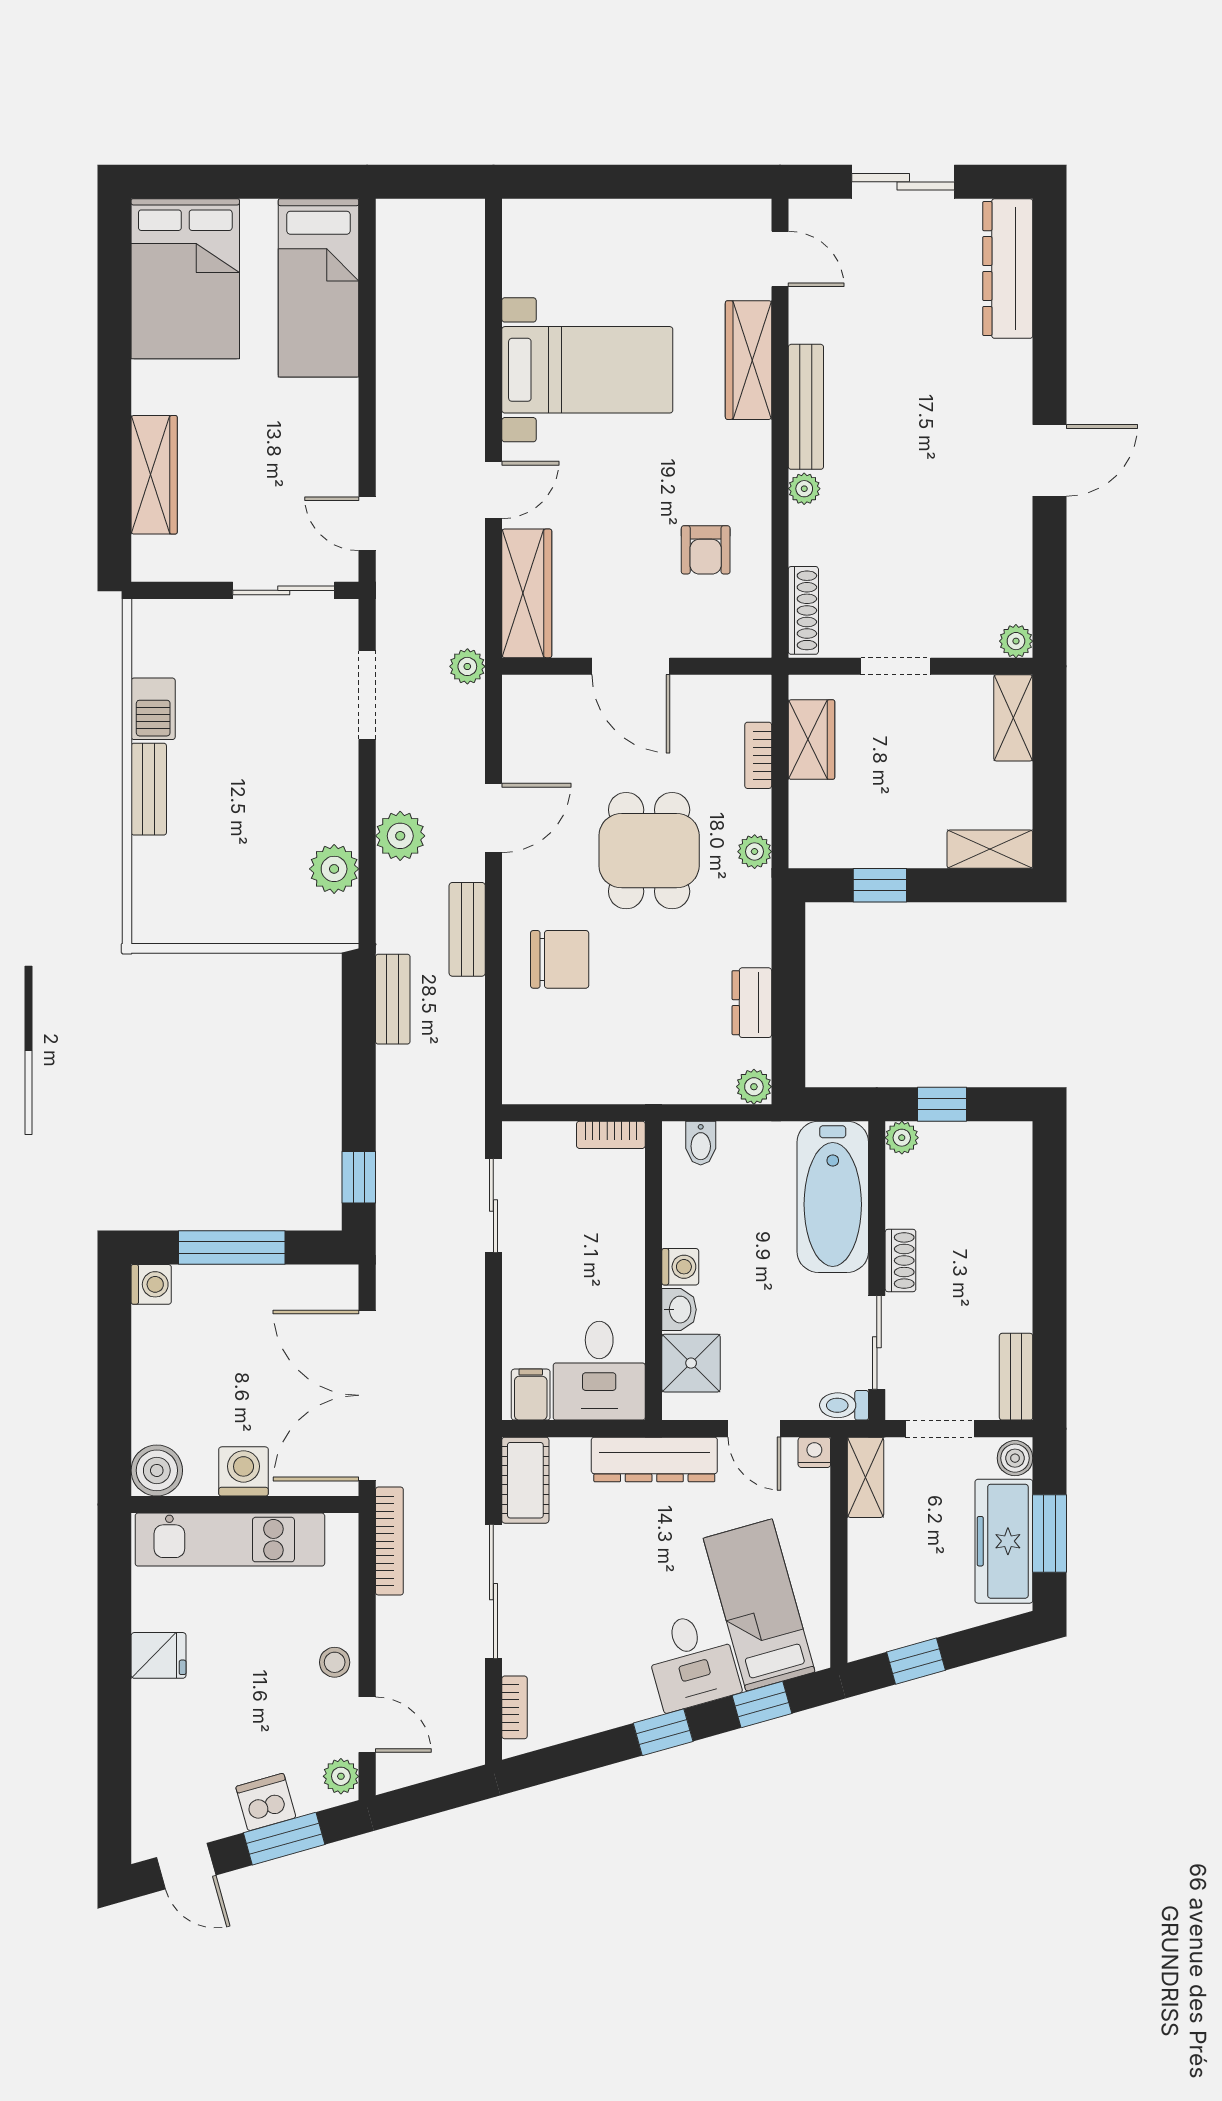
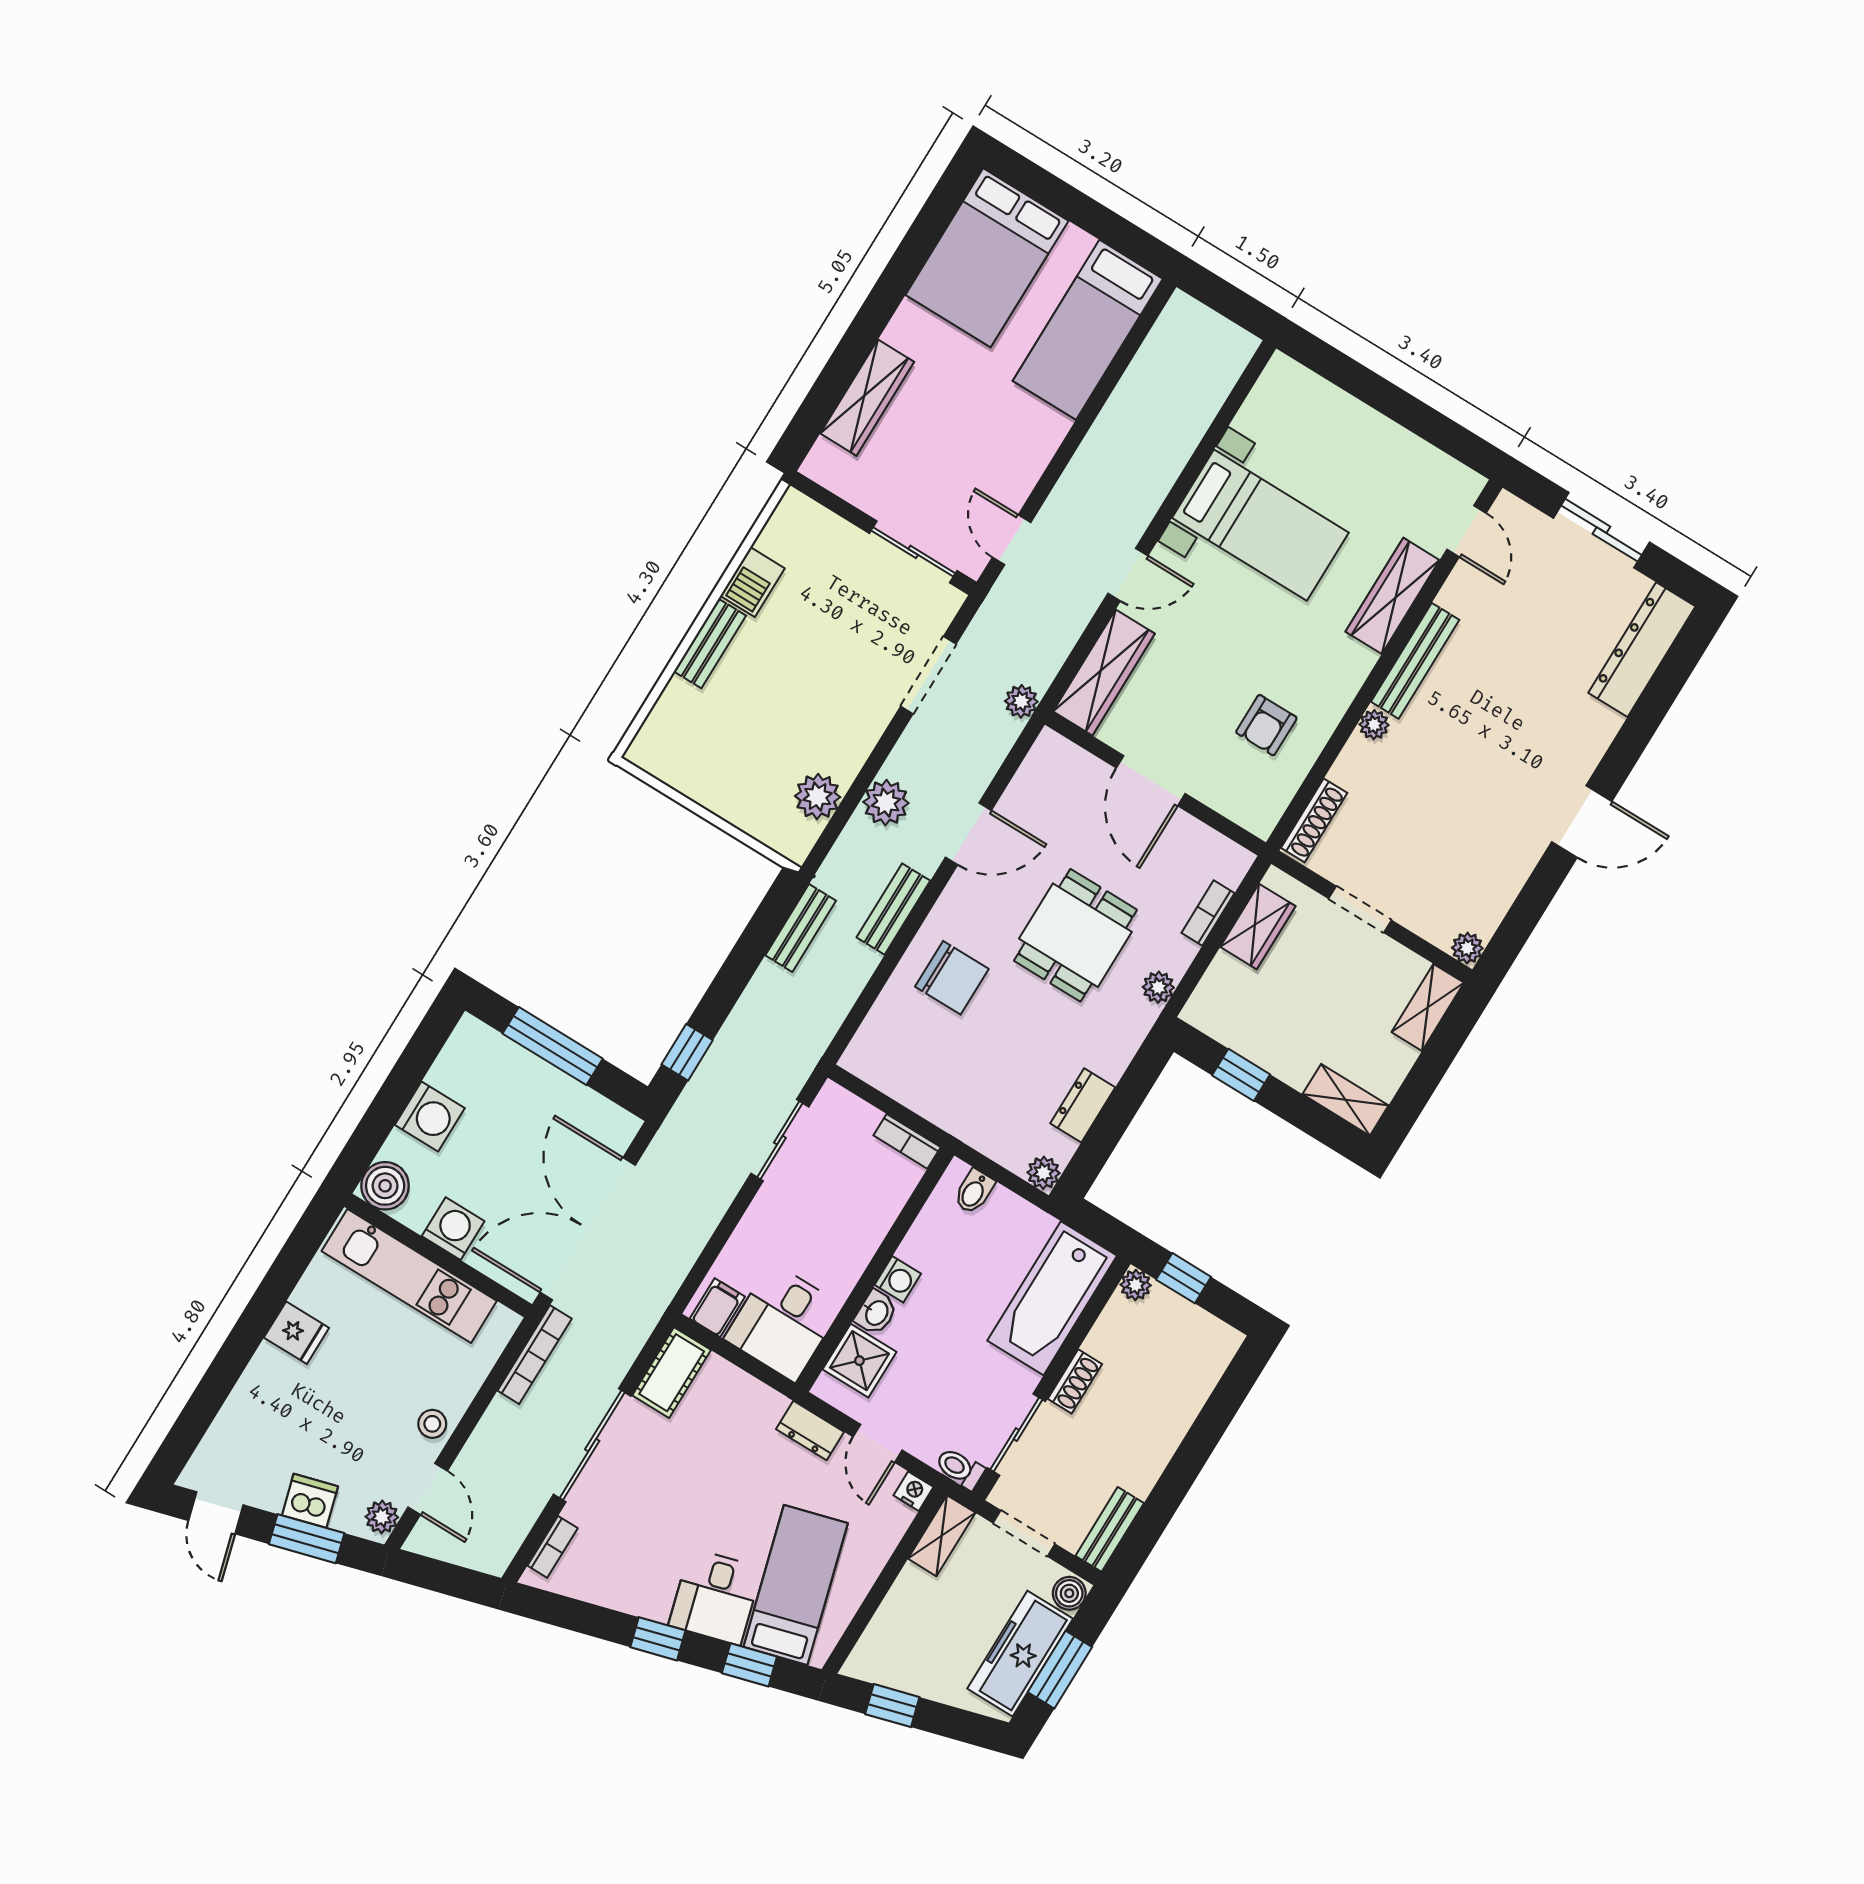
washing machine: (151, 1284) -> (430, 1116), moved, width x1.38, depth x1.38
dresser: (654, 1460) -> (810, 1431), width x0.51, depth x0.80

